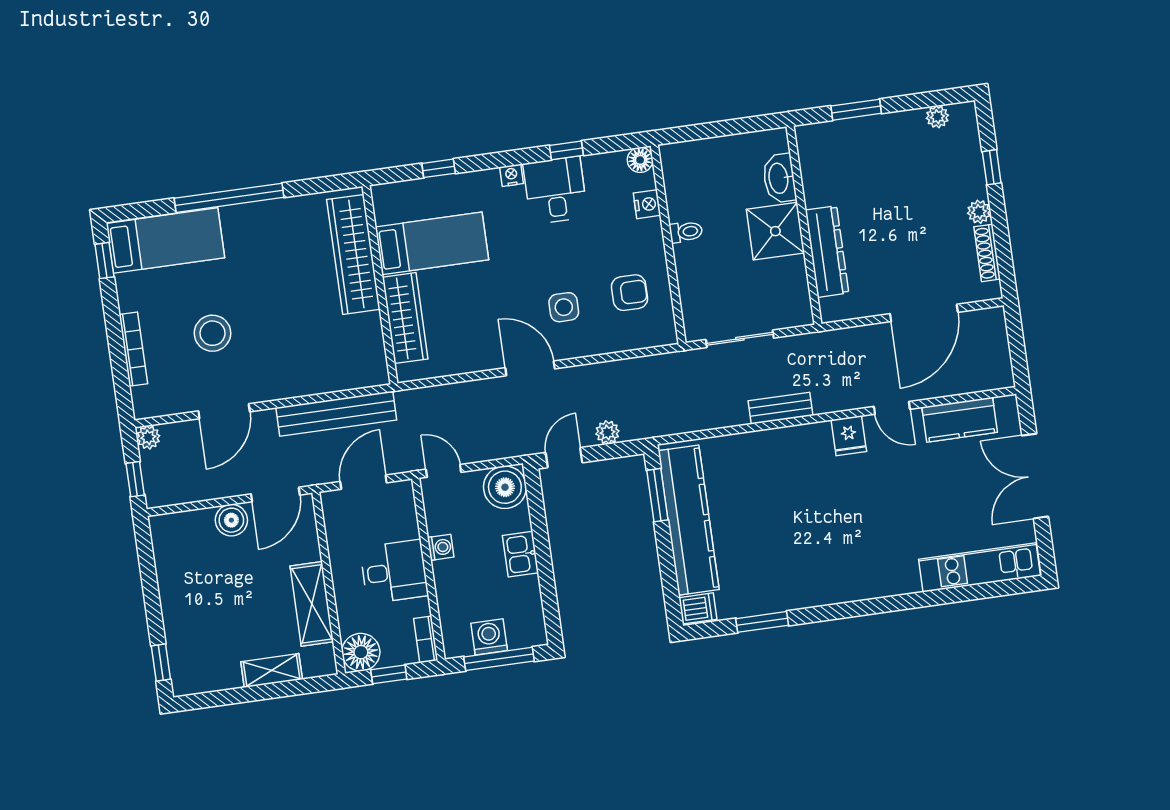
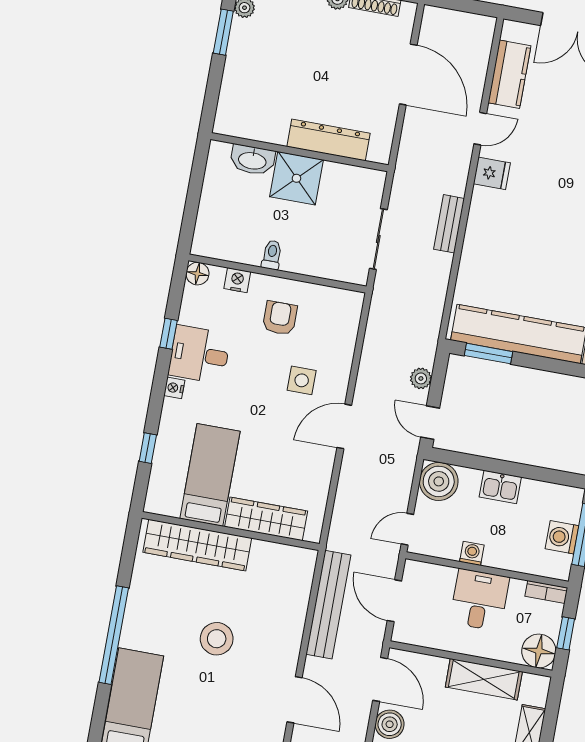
window: (856, 110) -> (223, 32), moved
armchair: (630, 293) -> (280, 318), moved
stool: (212, 333) -> (217, 639), moved

